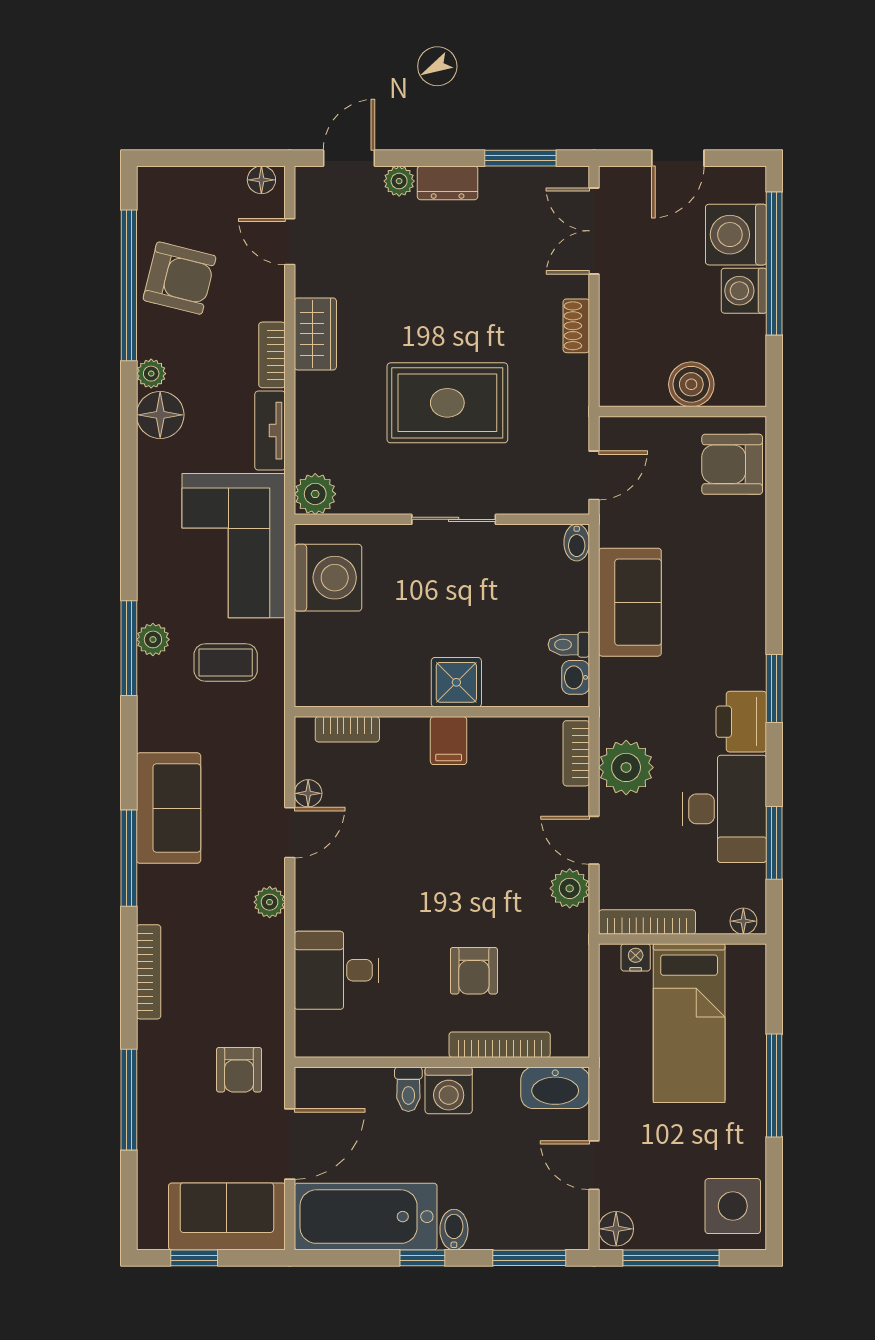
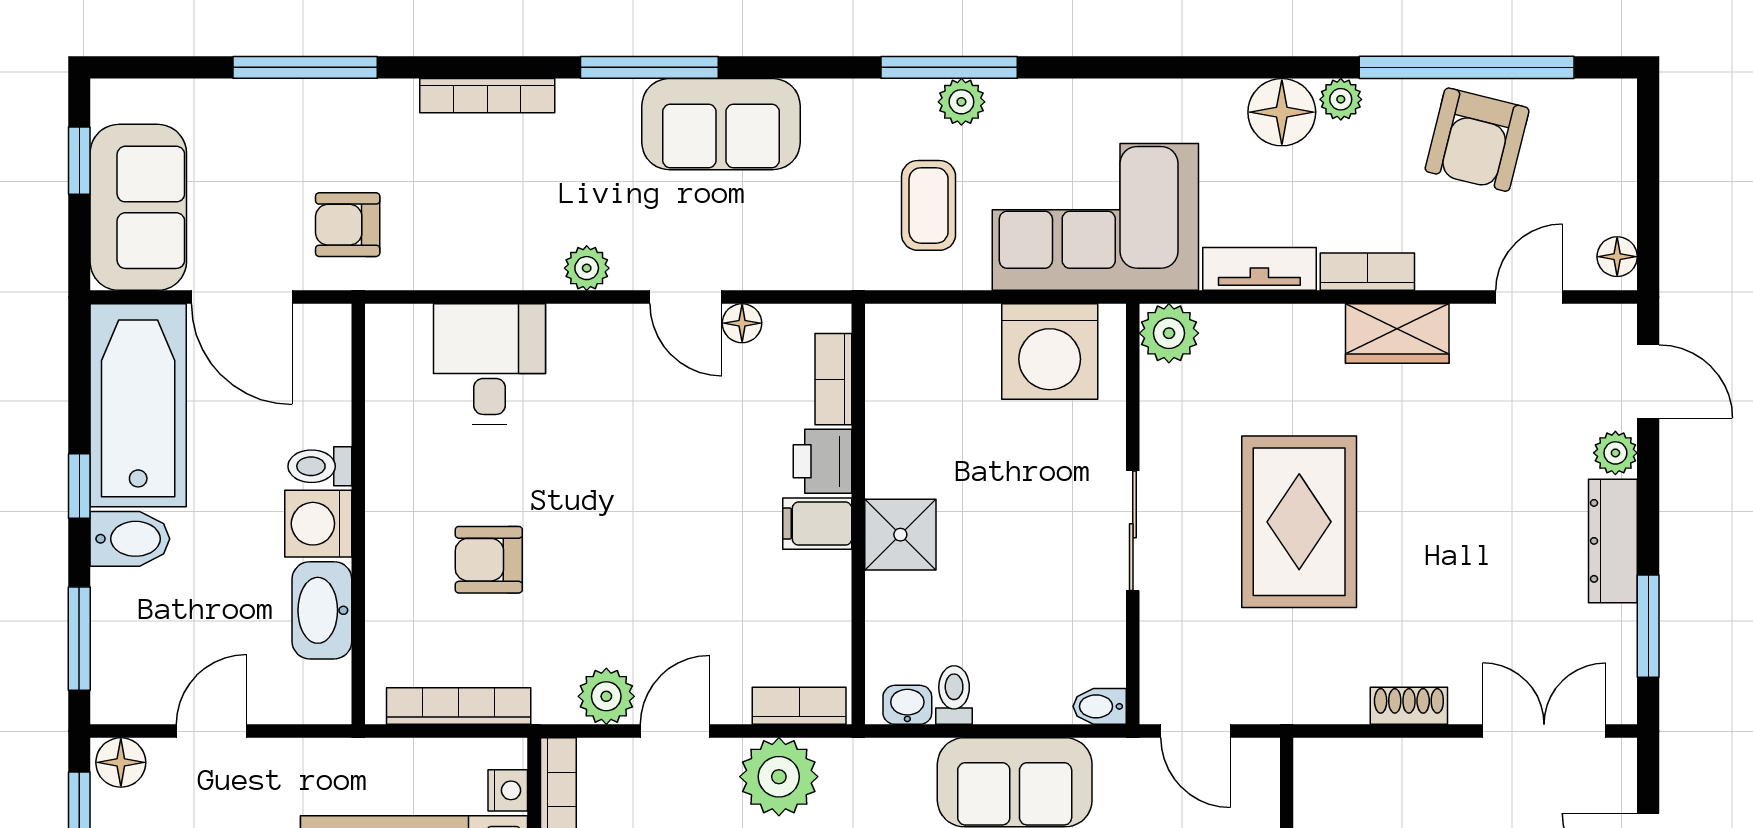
dresser: (448, 183) -> (1613, 541), width x1.44
printer: (405, 737) -> (822, 461), added
bookcase: (500, 1045) -> (459, 706), moved, turned -90
washbasin: (555, 1088) -> (322, 610), moved
bidet: (454, 1230) -> (130, 539), width x1.38, depth x1.36

